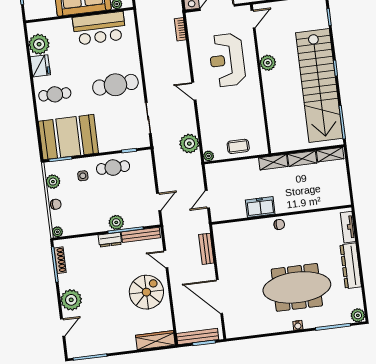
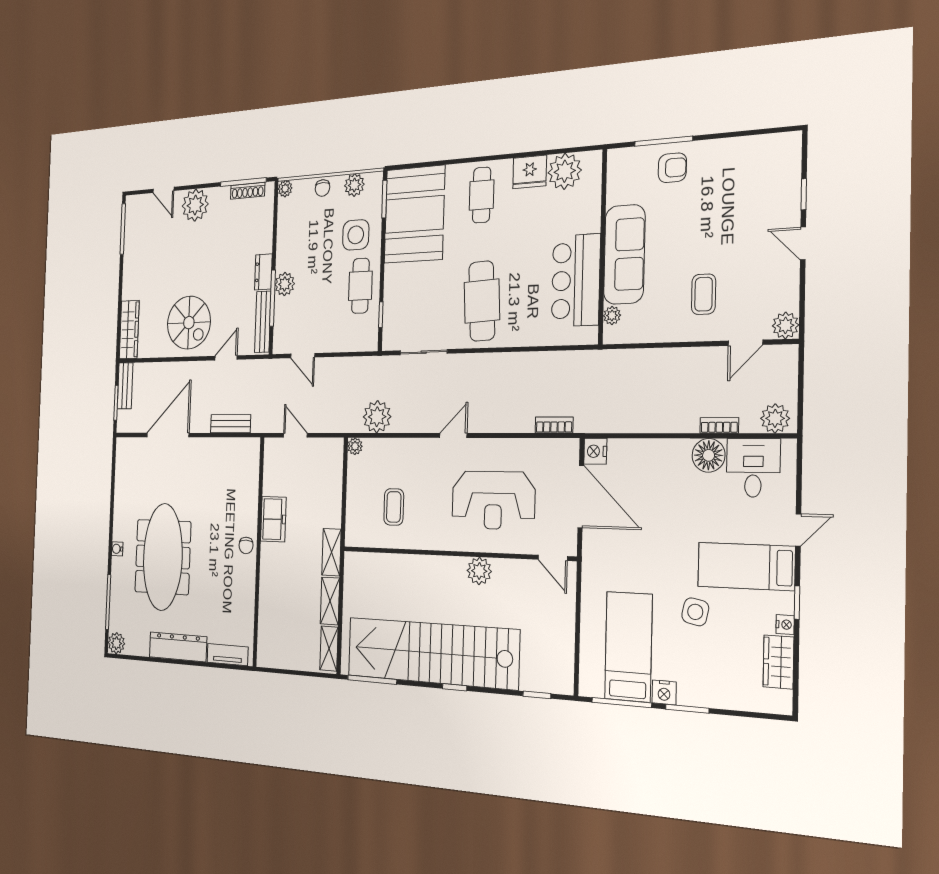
reception desk: (227, 60) -> (493, 500), turned 180
coffee table: (238, 146) -> (394, 507), moved
side table: (83, 176) -> (356, 235), width x1.87, depth x1.87
bench: (198, 336) -> (125, 386), width x0.73

